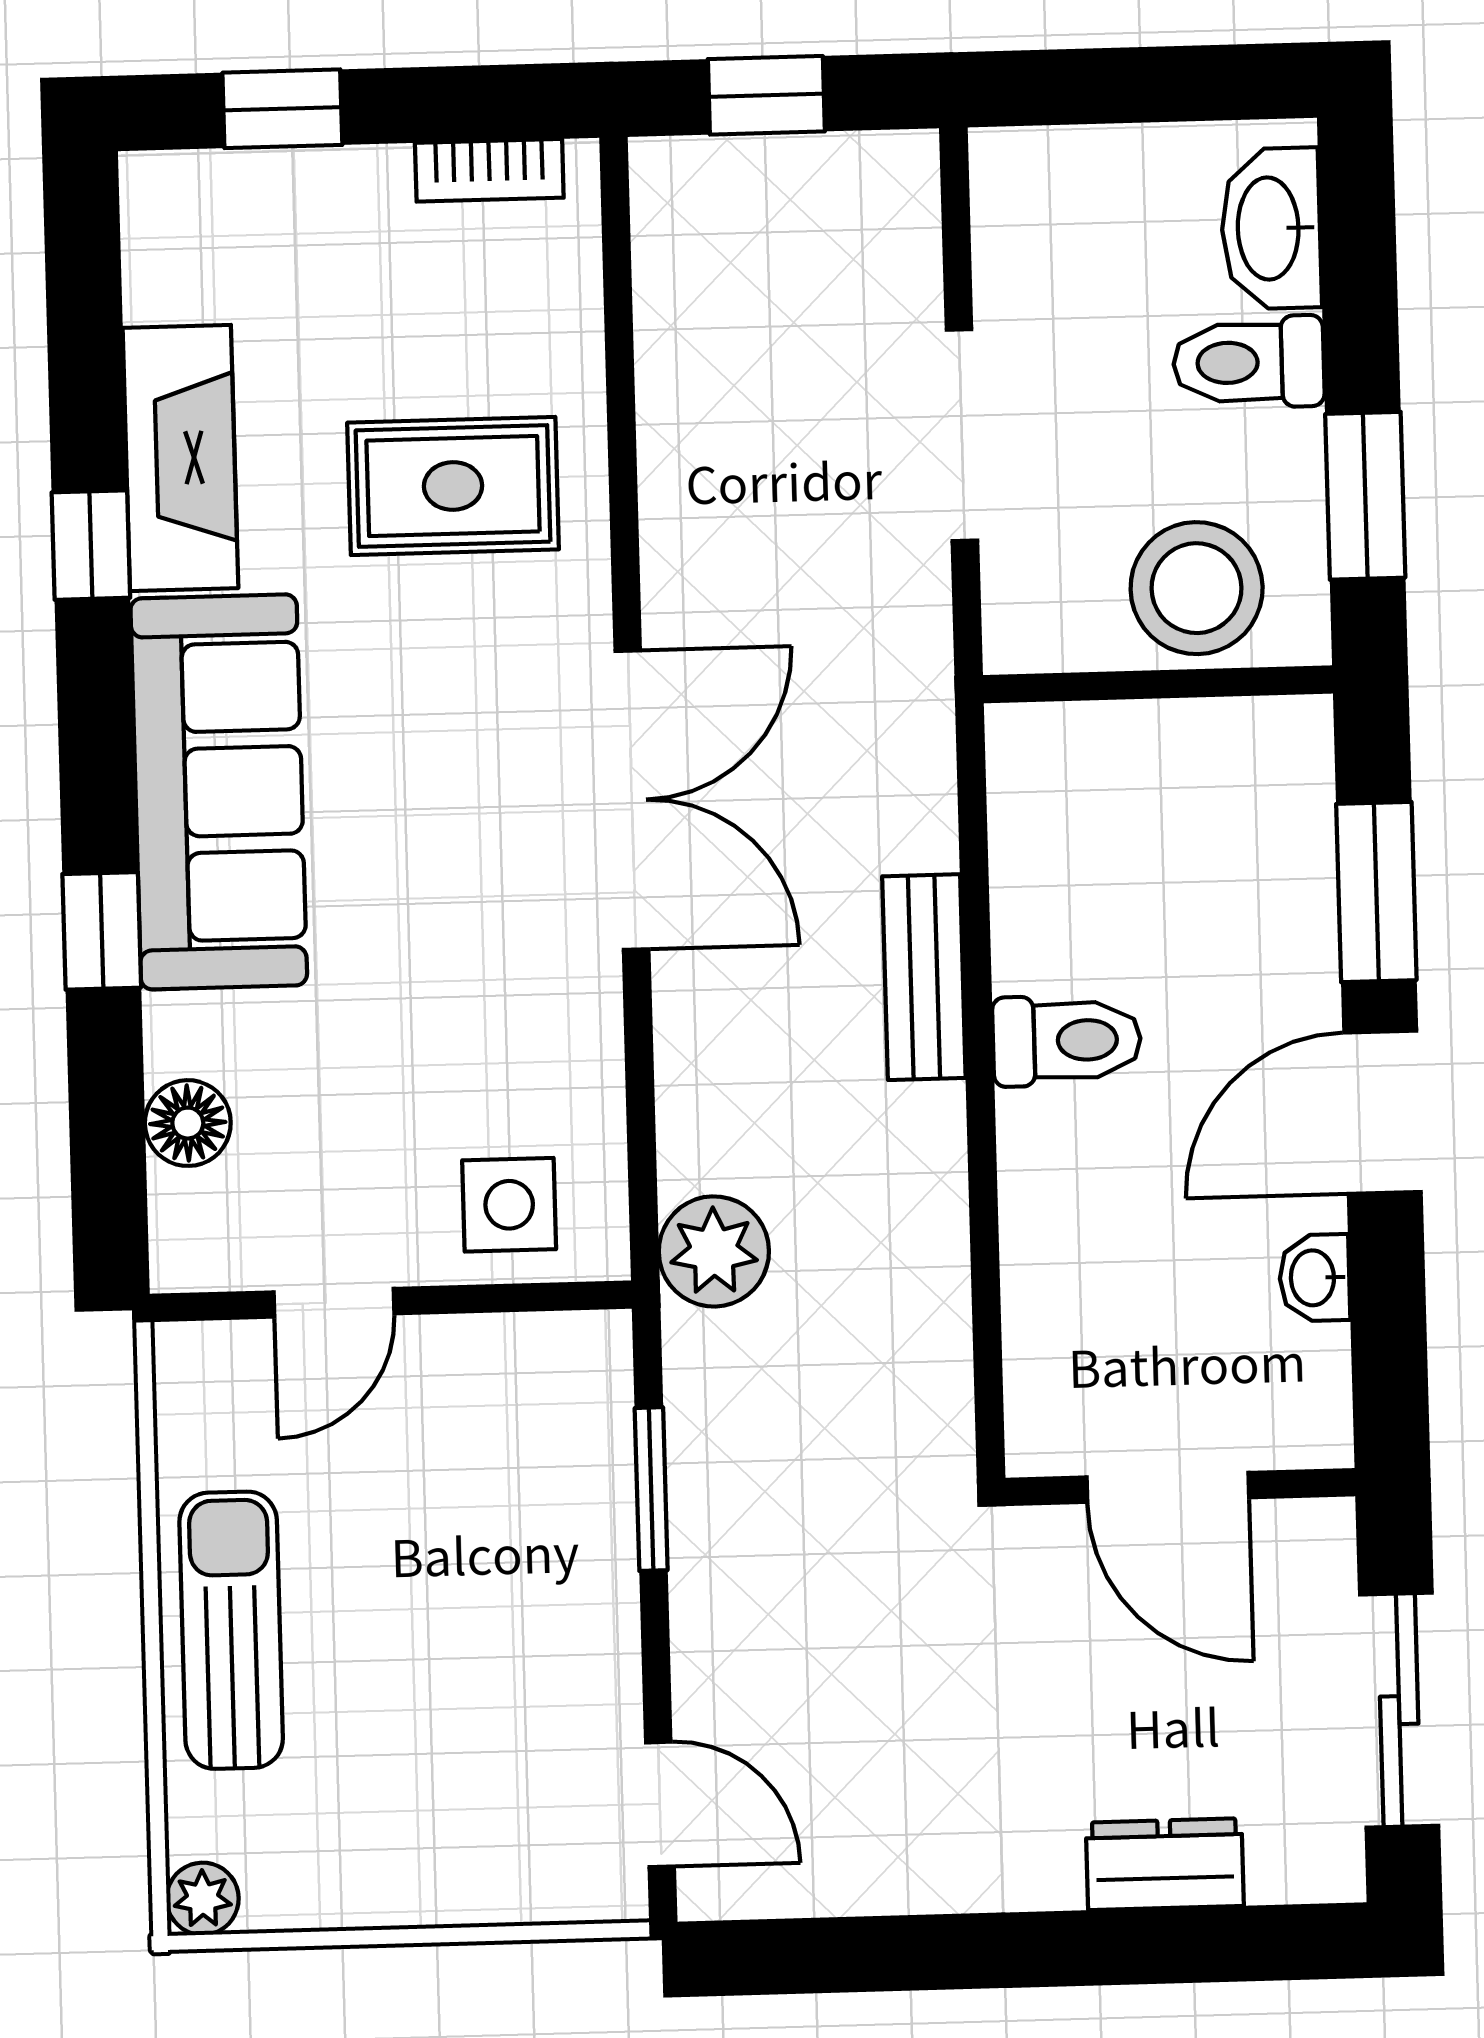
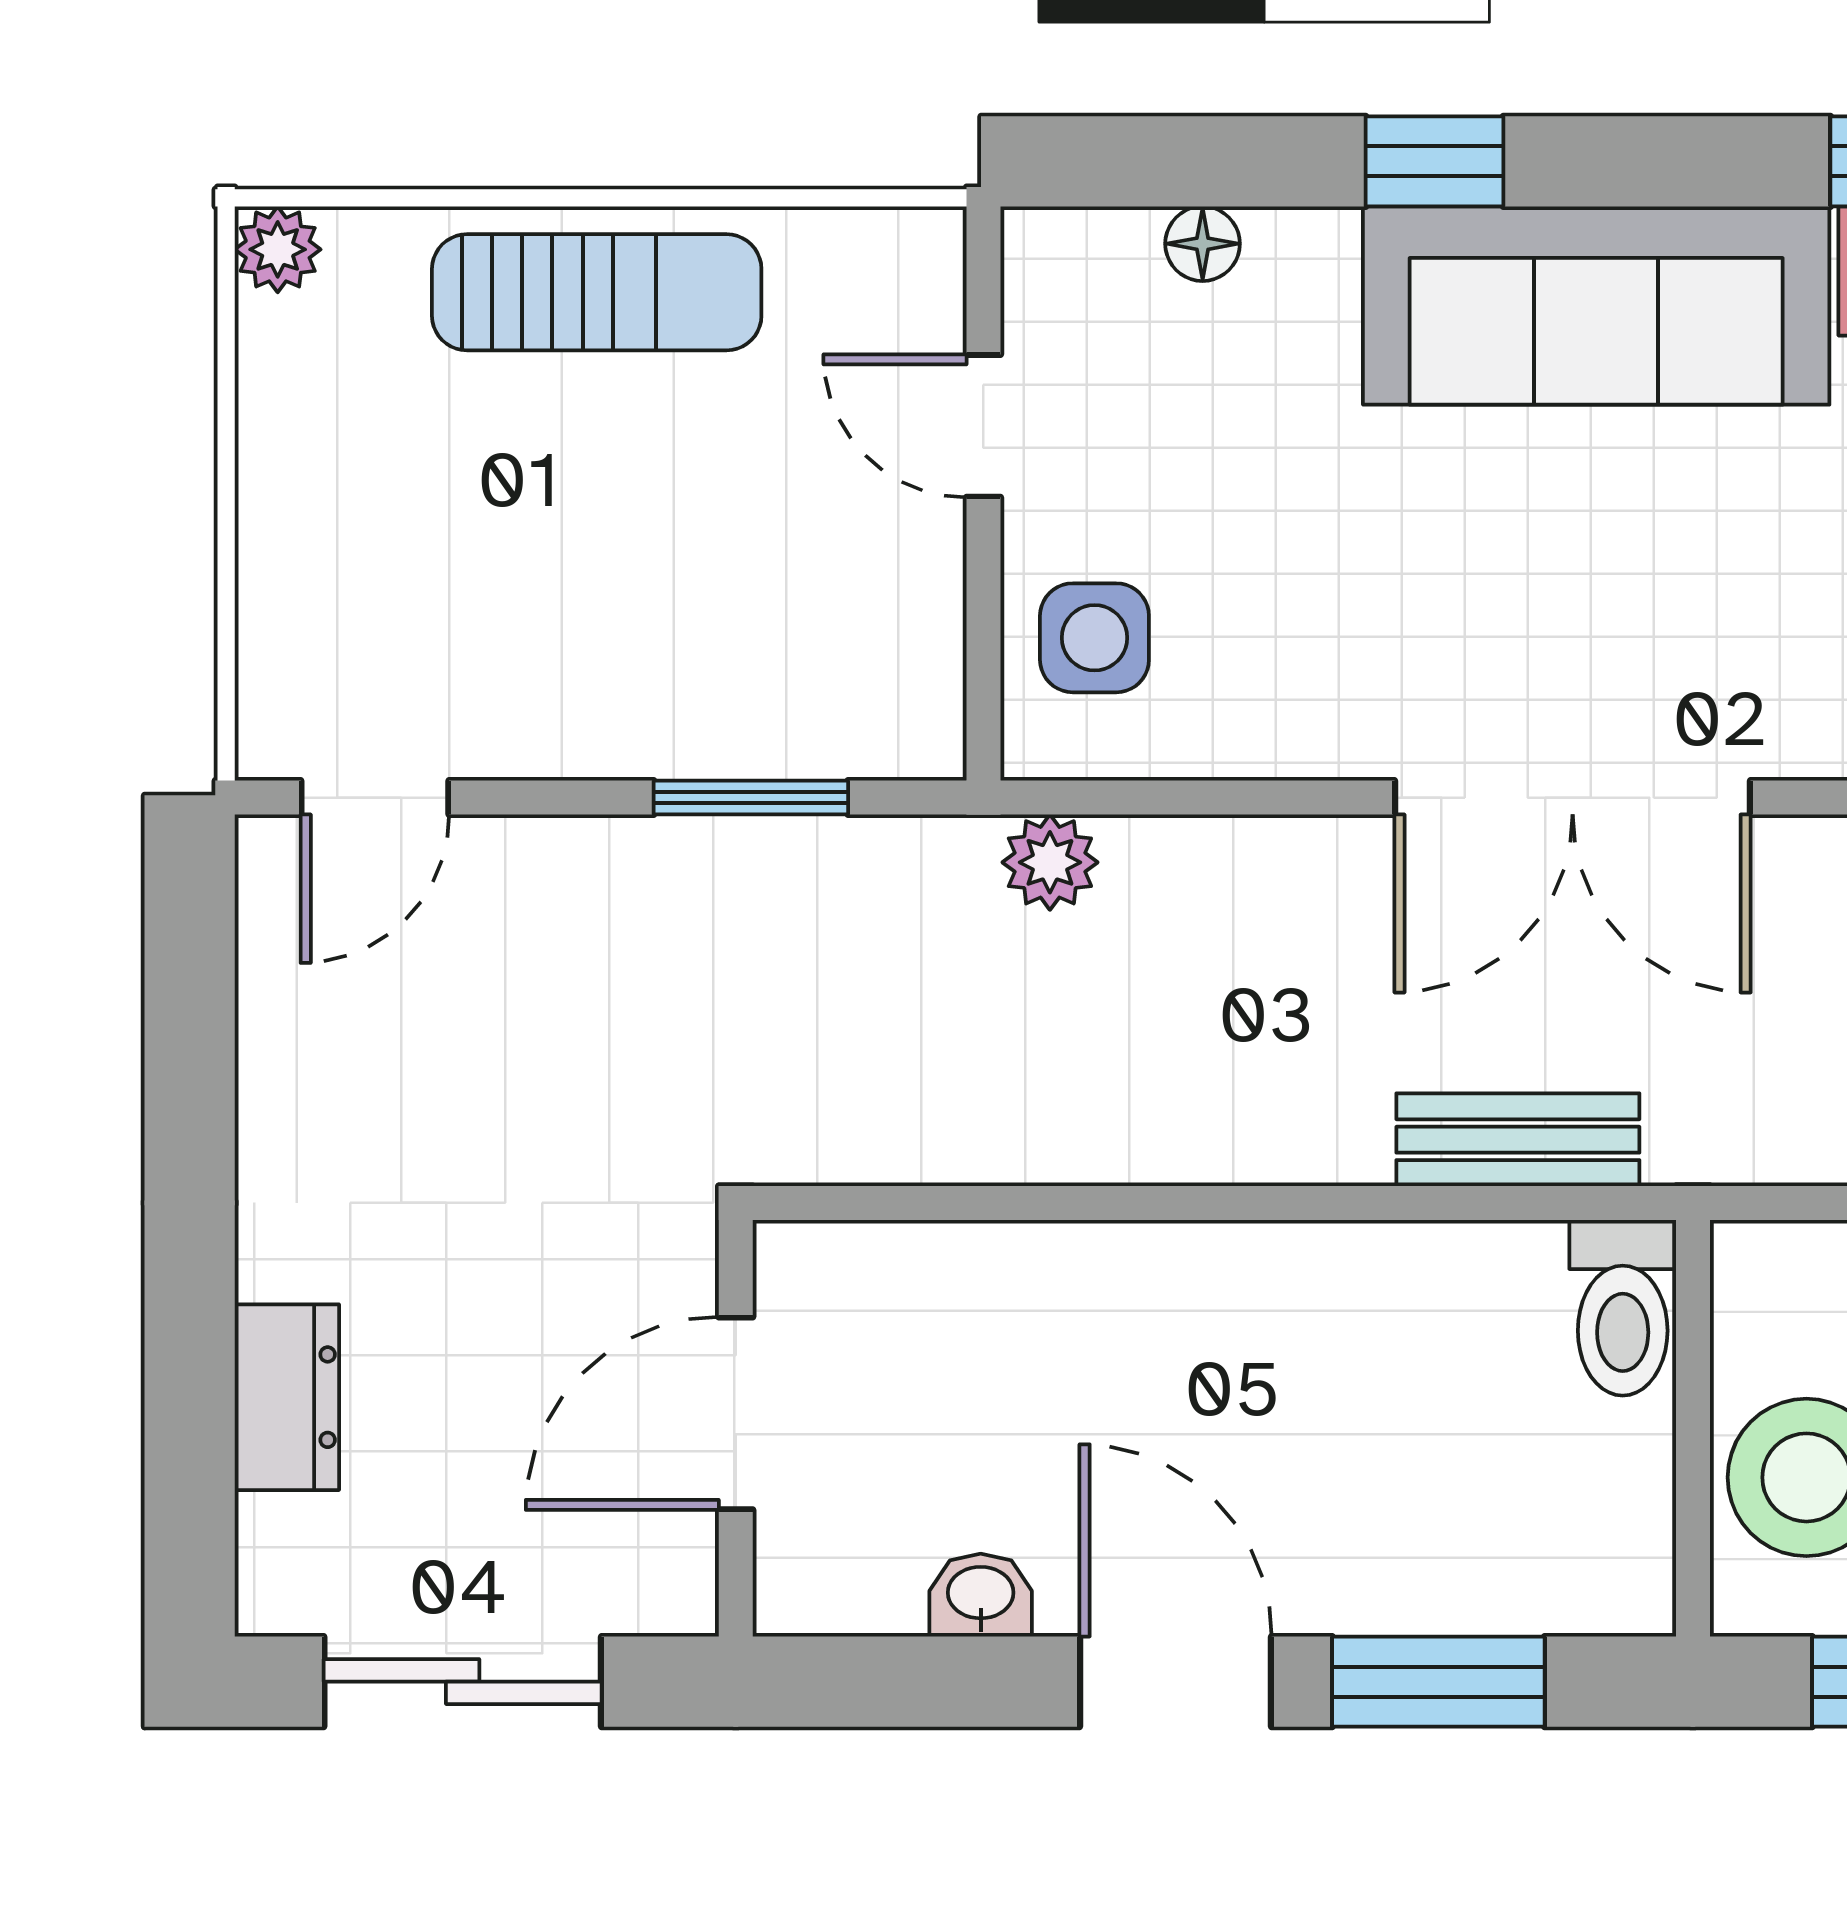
bench: (924, 977) -> (1518, 1140), moved
toilet: (1067, 1040) -> (1623, 1308), moved
floor lamp: (188, 1123) -> (1203, 244), width x0.73, depth x0.73
plant: (714, 1251) -> (1050, 862), width x0.73, depth x0.73

